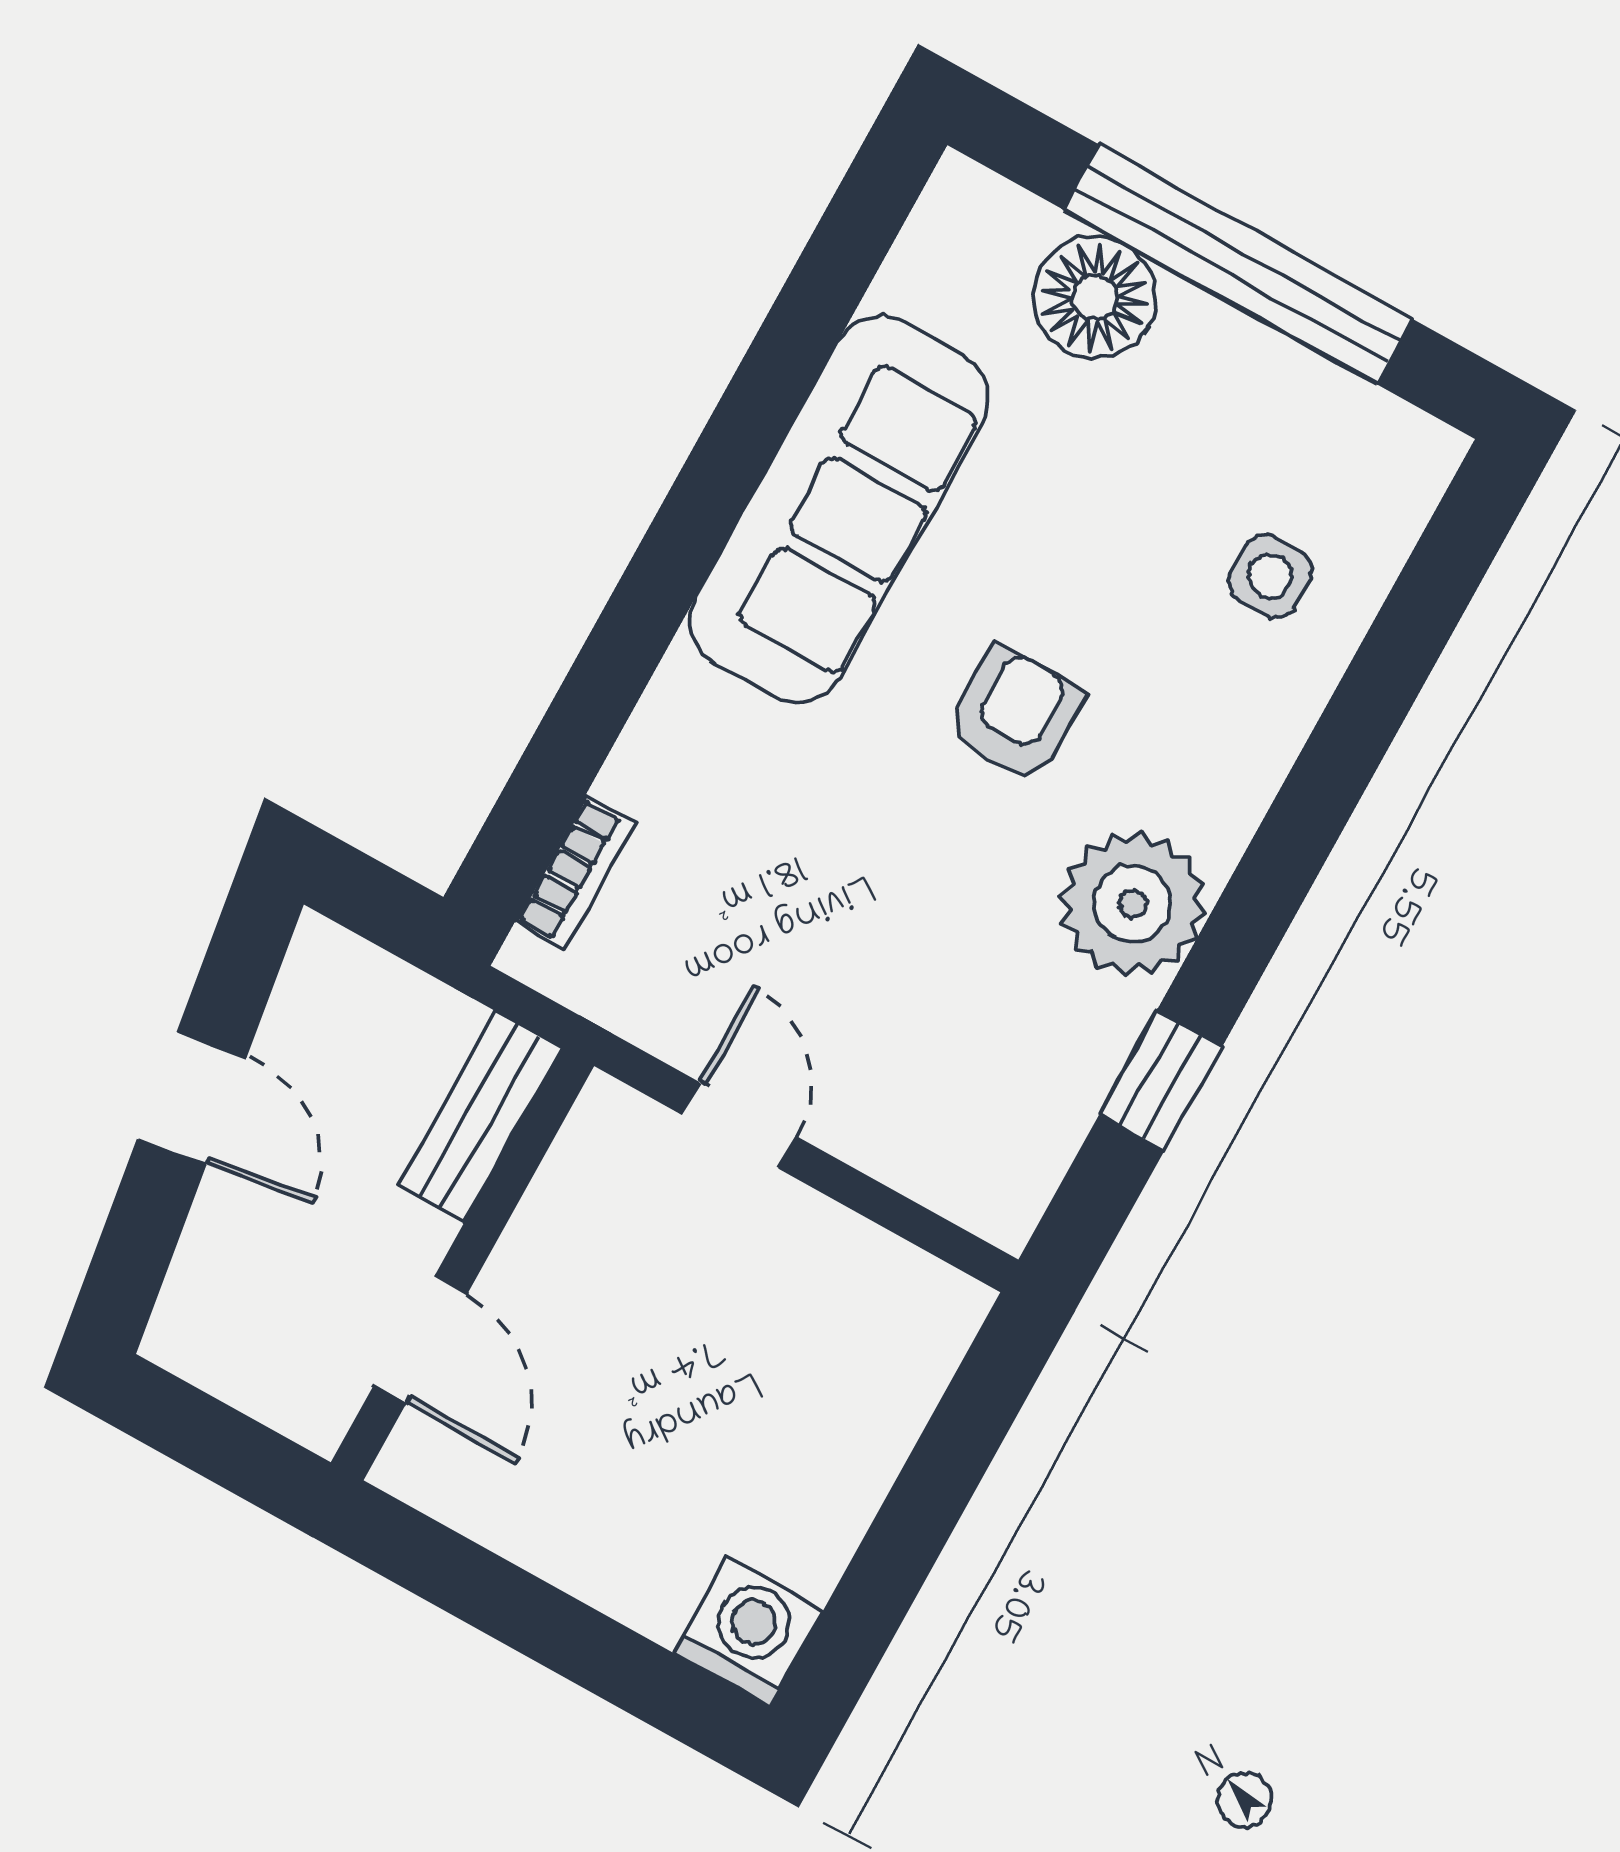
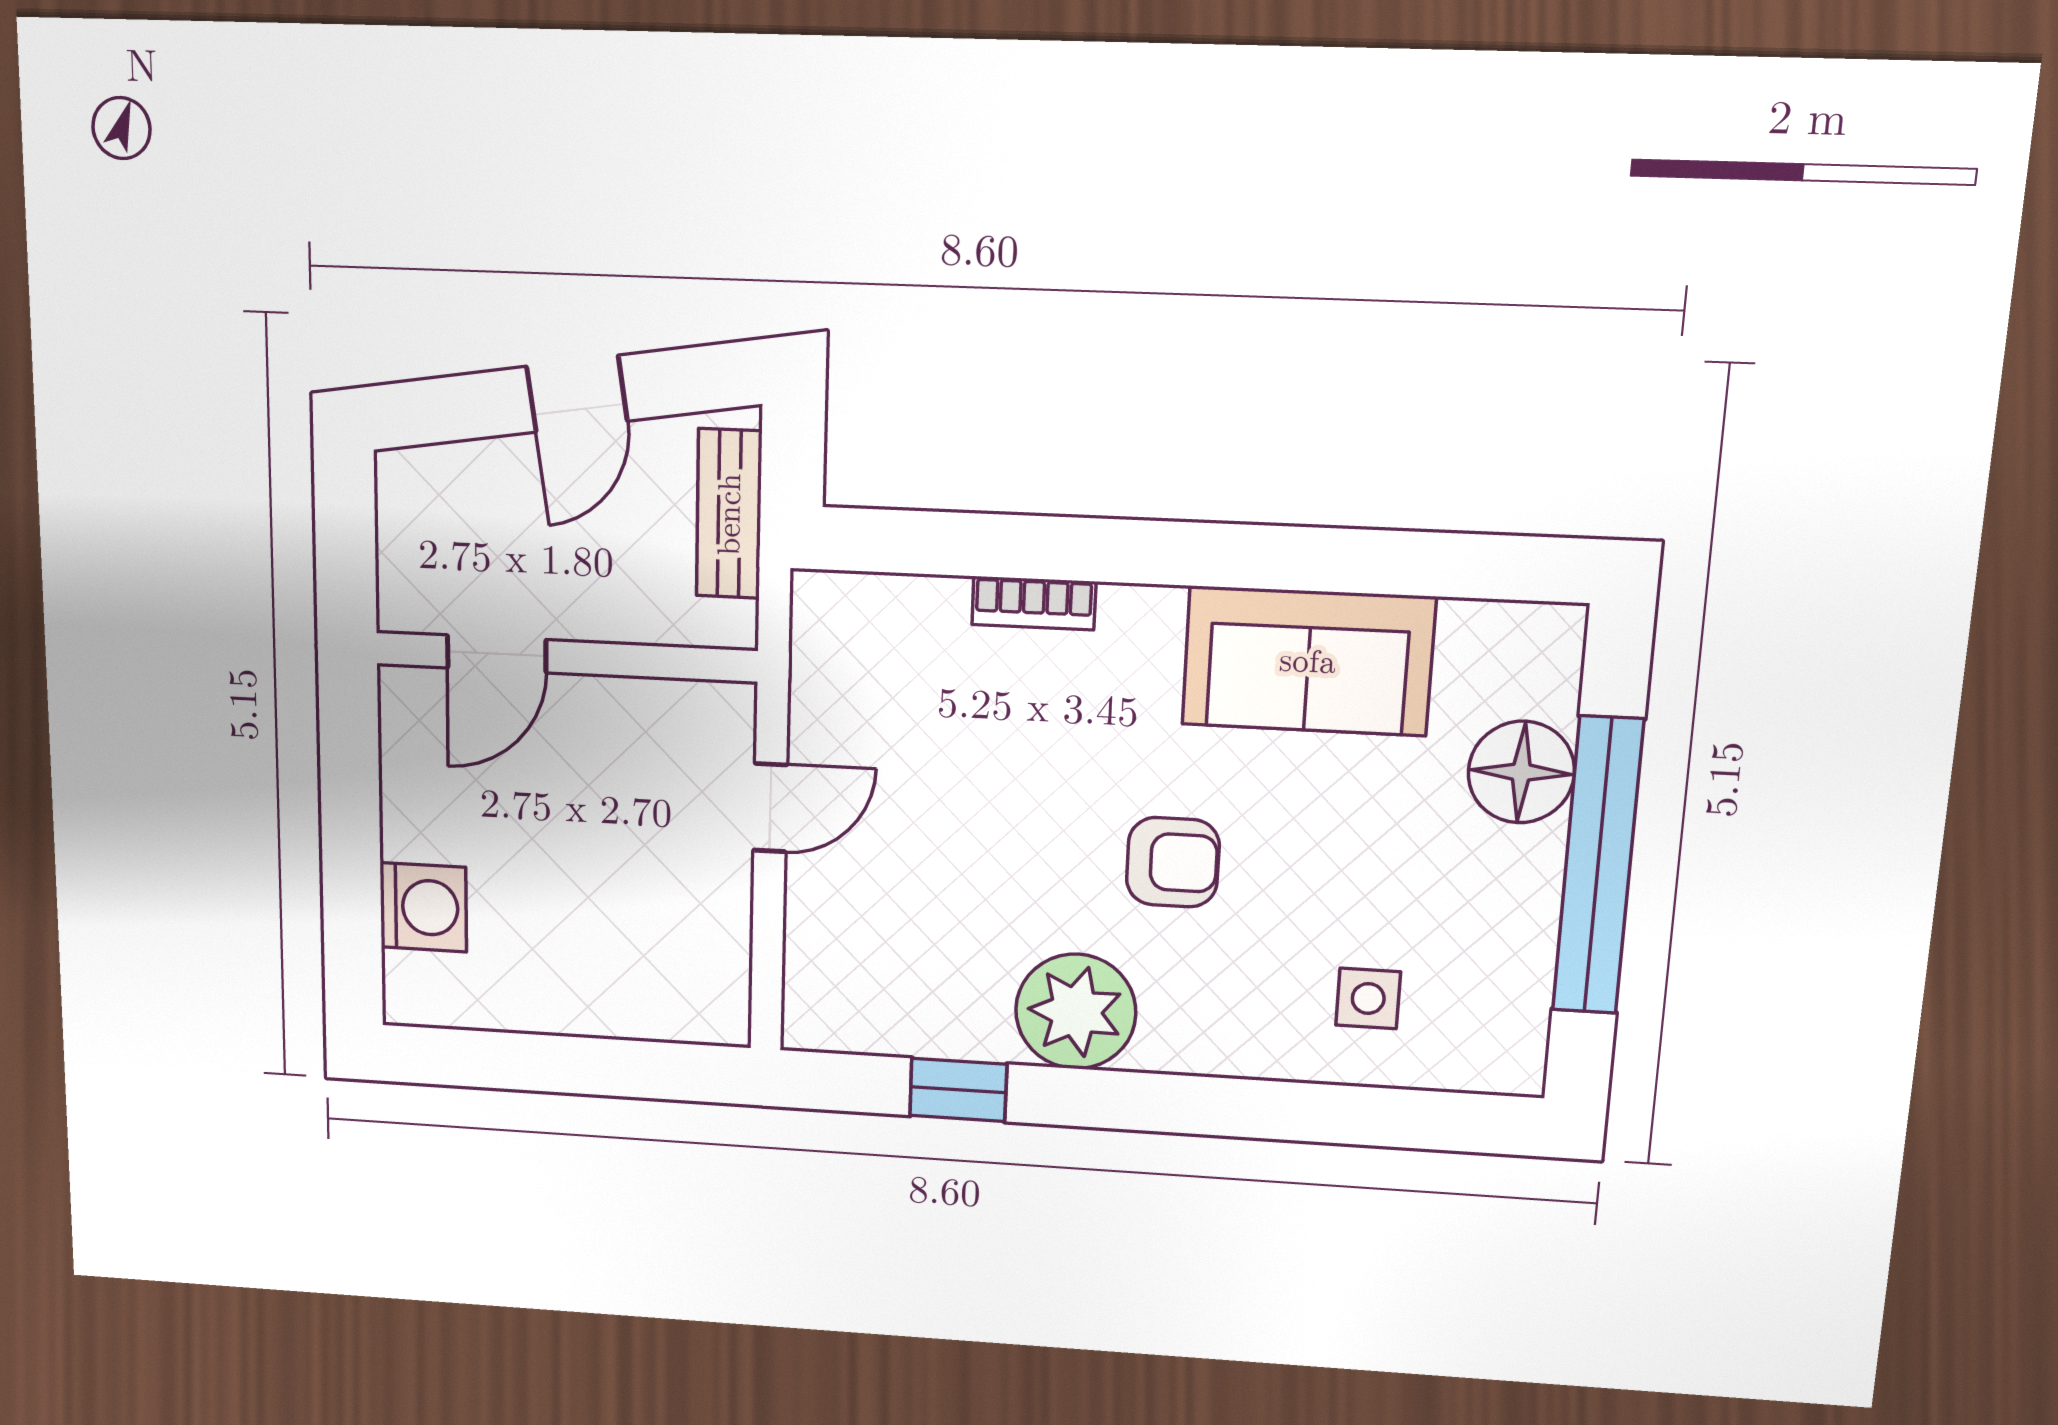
sofa: (839, 509) -> (1308, 661), width x0.73
bookcase: (575, 873) -> (1034, 603), moved
bench: (480, 1117) -> (729, 514), moved, turned 90
washing machine: (748, 1632) -> (423, 907), moved

